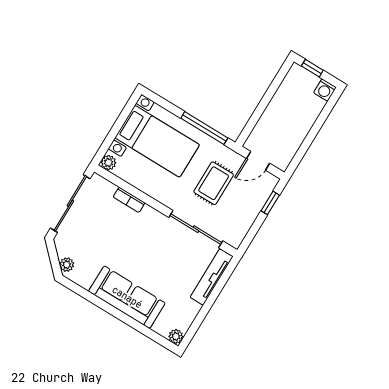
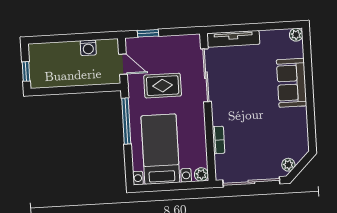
washing machine: (325, 90) -> (88, 48), moved, turned 90
plant: (67, 265) -> (288, 165), moved
sofa: (127, 297) -> (292, 83), width x0.73

